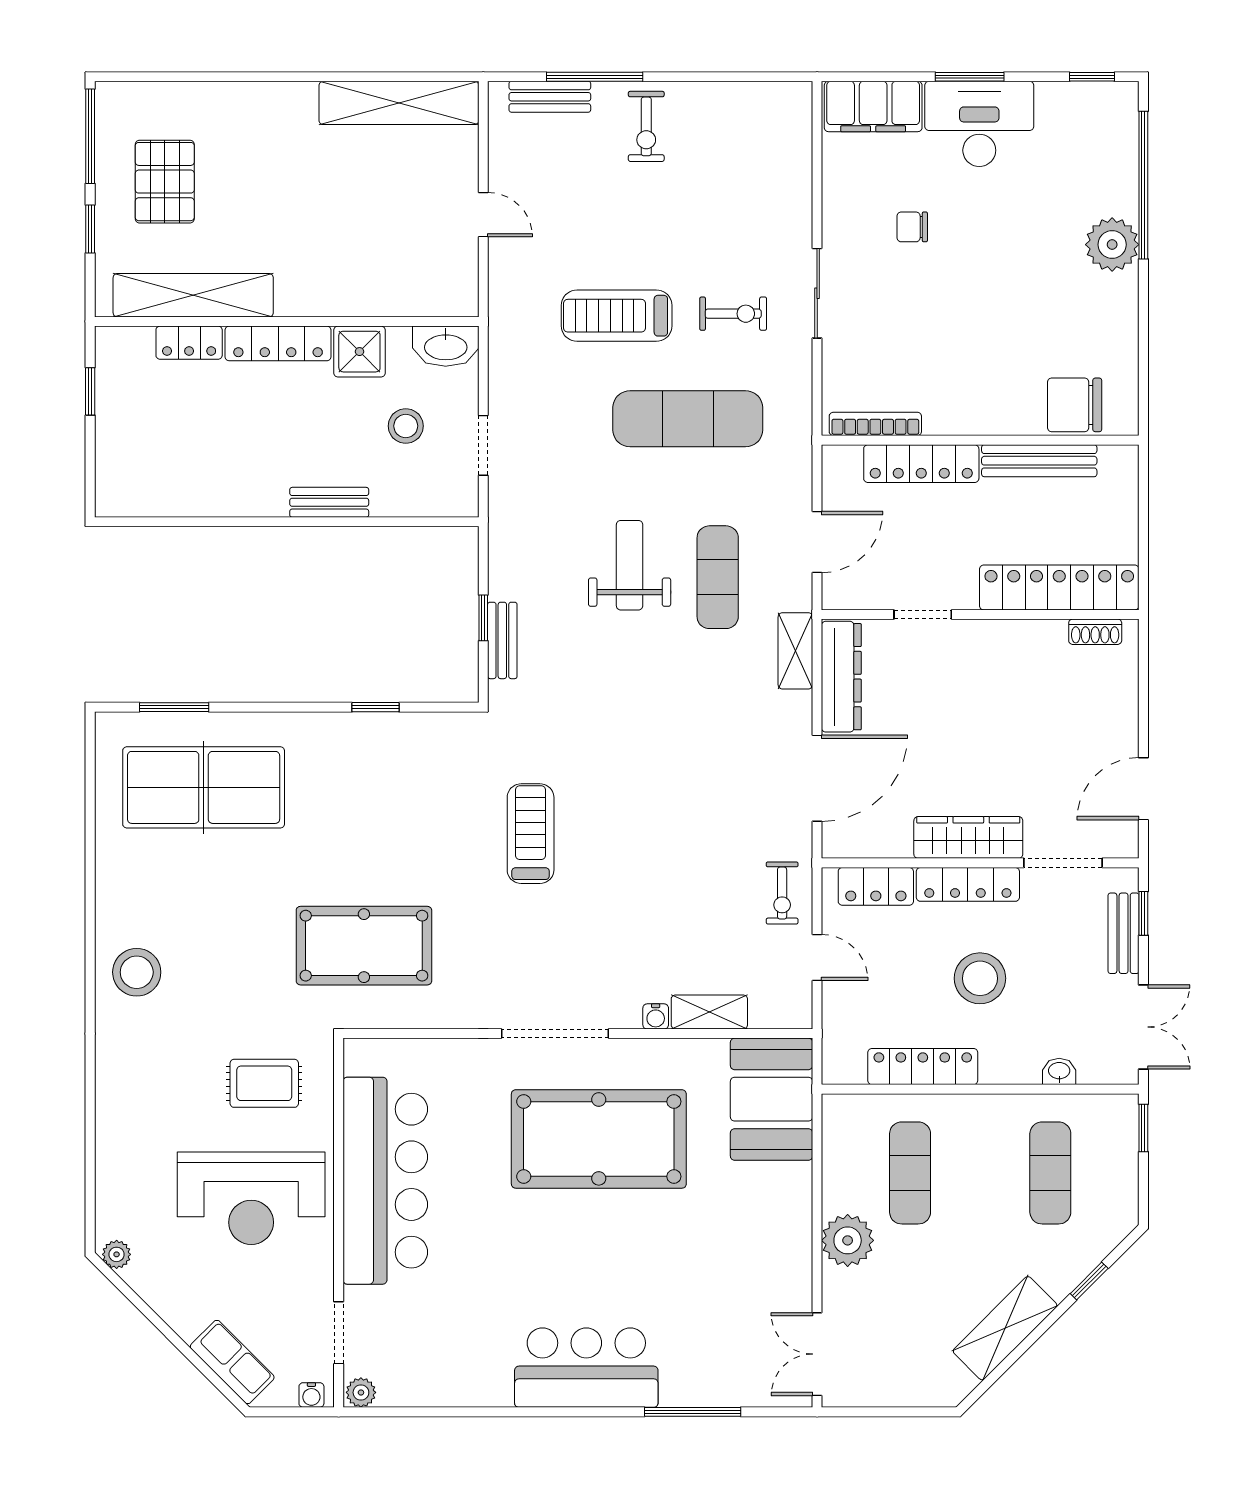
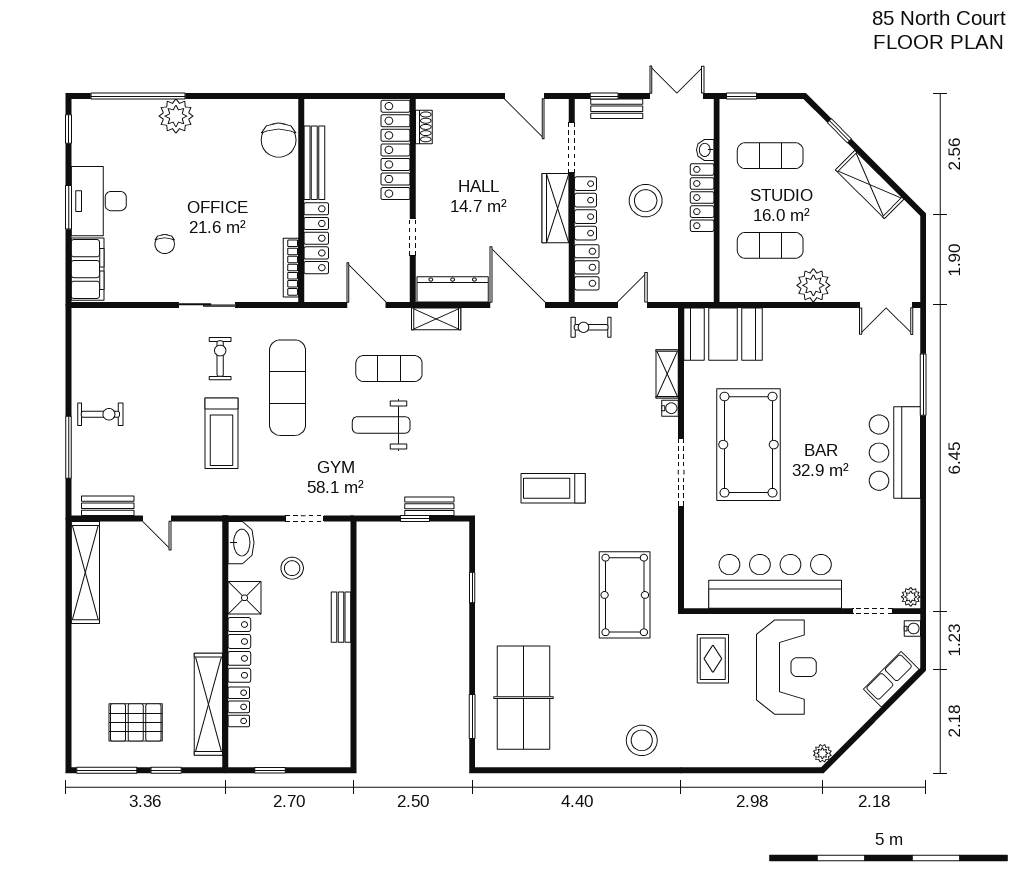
bench: (550, 97) -> (108, 506), moved, turned 90
door: (483, 215) -> (157, 519), swing flipped
exercise bike: (782, 893) -> (591, 327), turned 180
locker: (923, 1067) -> (702, 198), moved

